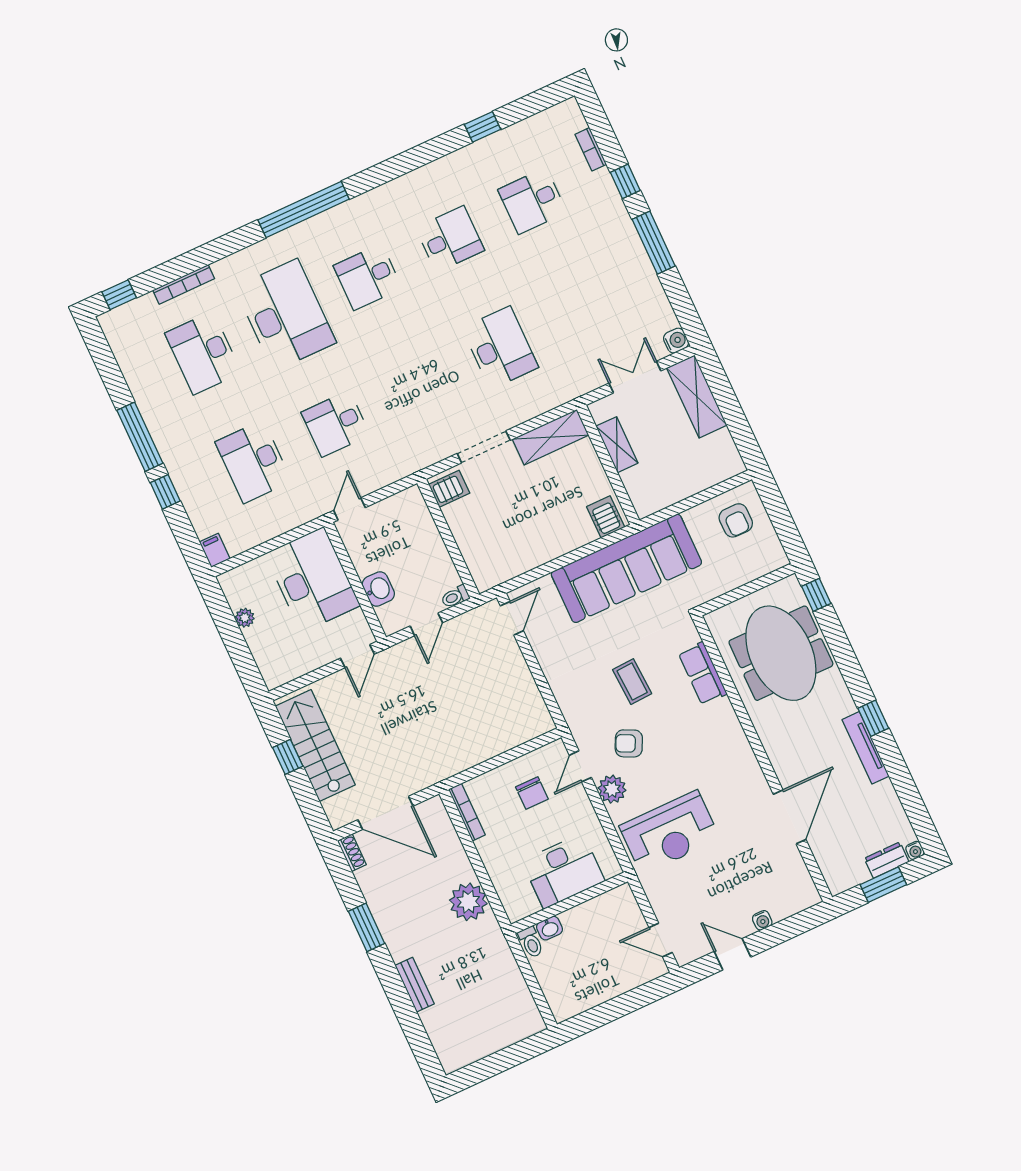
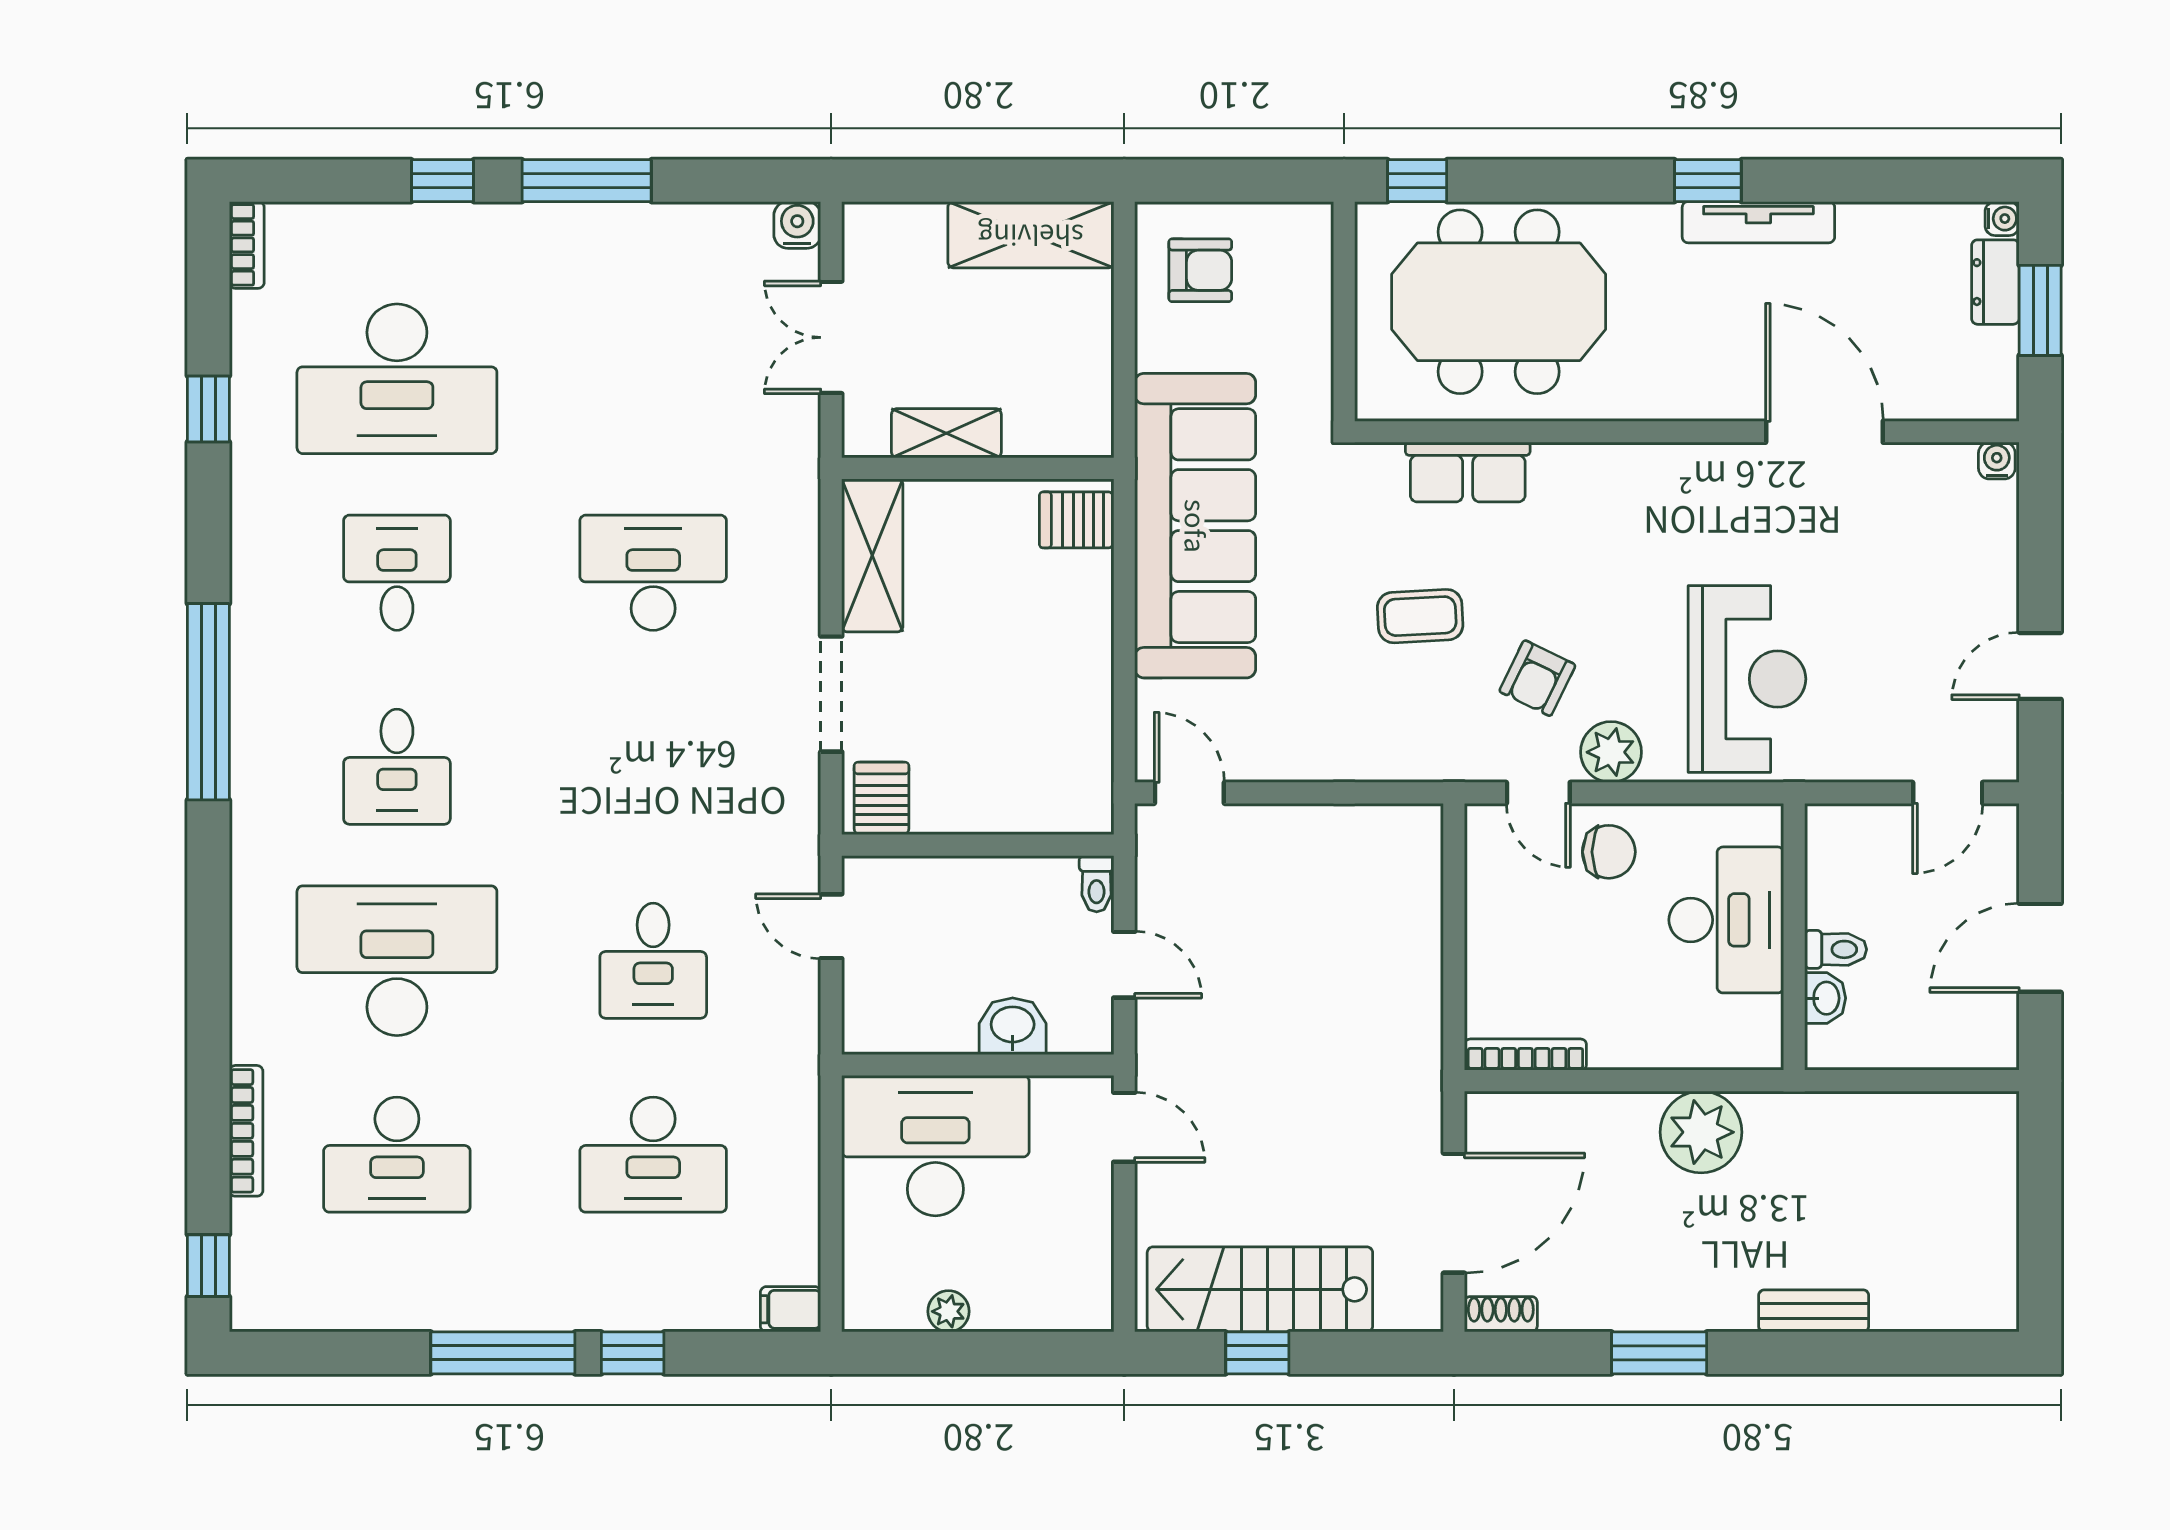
bookcase: (591, 149) -> (247, 245), moved, turned -90
desk: (532, 201) -> (397, 379), width x1.87, depth x1.30
window: (304, 210) -> (208, 702), moved
shelving: (697, 397) -> (1031, 235), moved
door: (349, 509) -> (831, 926), moved
chair: (532, 793) -> (1609, 852), moved
water cooler: (762, 920) -> (1997, 461), moved, turned -90
toilet: (531, 942) -> (1836, 949), moved
door: (613, 1010) -> (2040, 948), added

